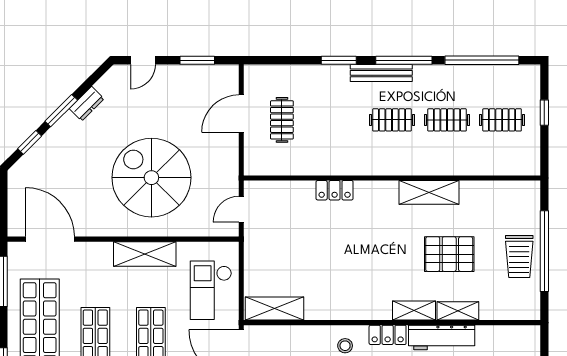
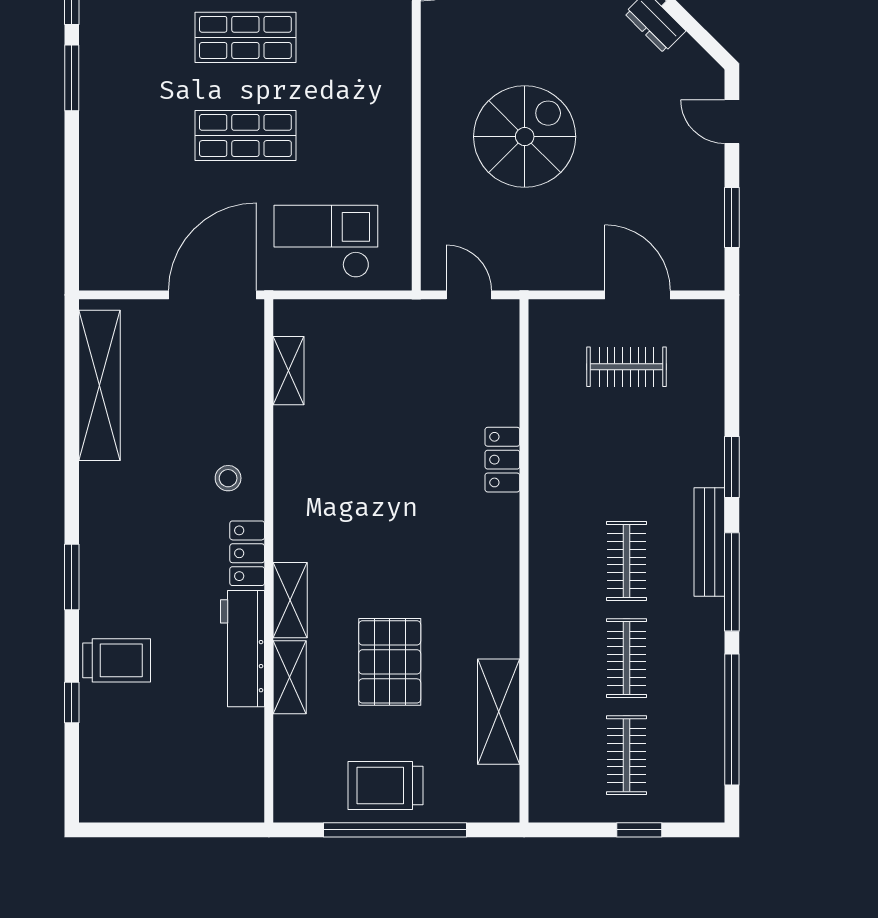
spiral stairs: (151, 178) -> (525, 137), width x0.73, depth x0.73
shelving: (429, 192) -> (499, 712), moved
shelving: (145, 254) -> (390, 125), removed
shelving: (274, 309) -> (289, 371), width x0.67, depth x0.75

